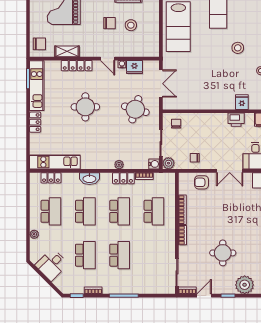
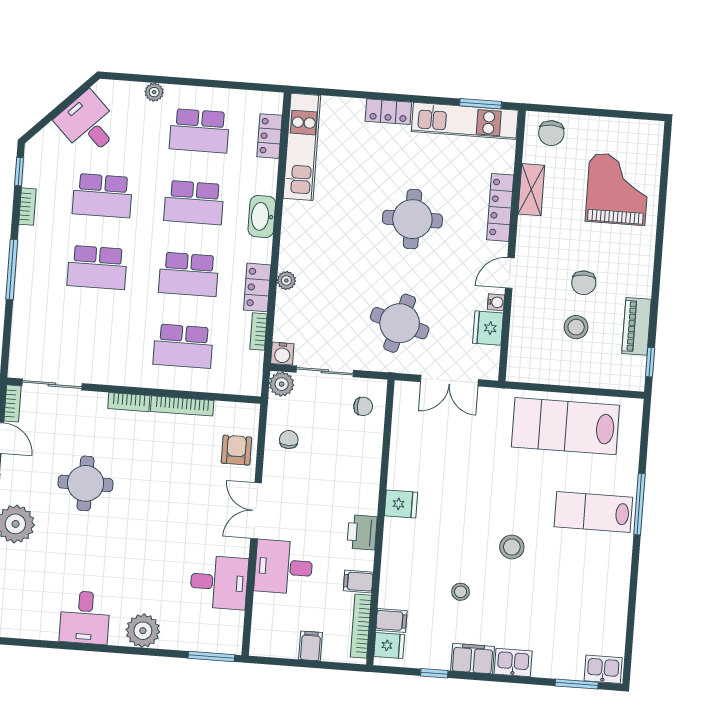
fridge: (242, 102) -> (401, 504), moved

